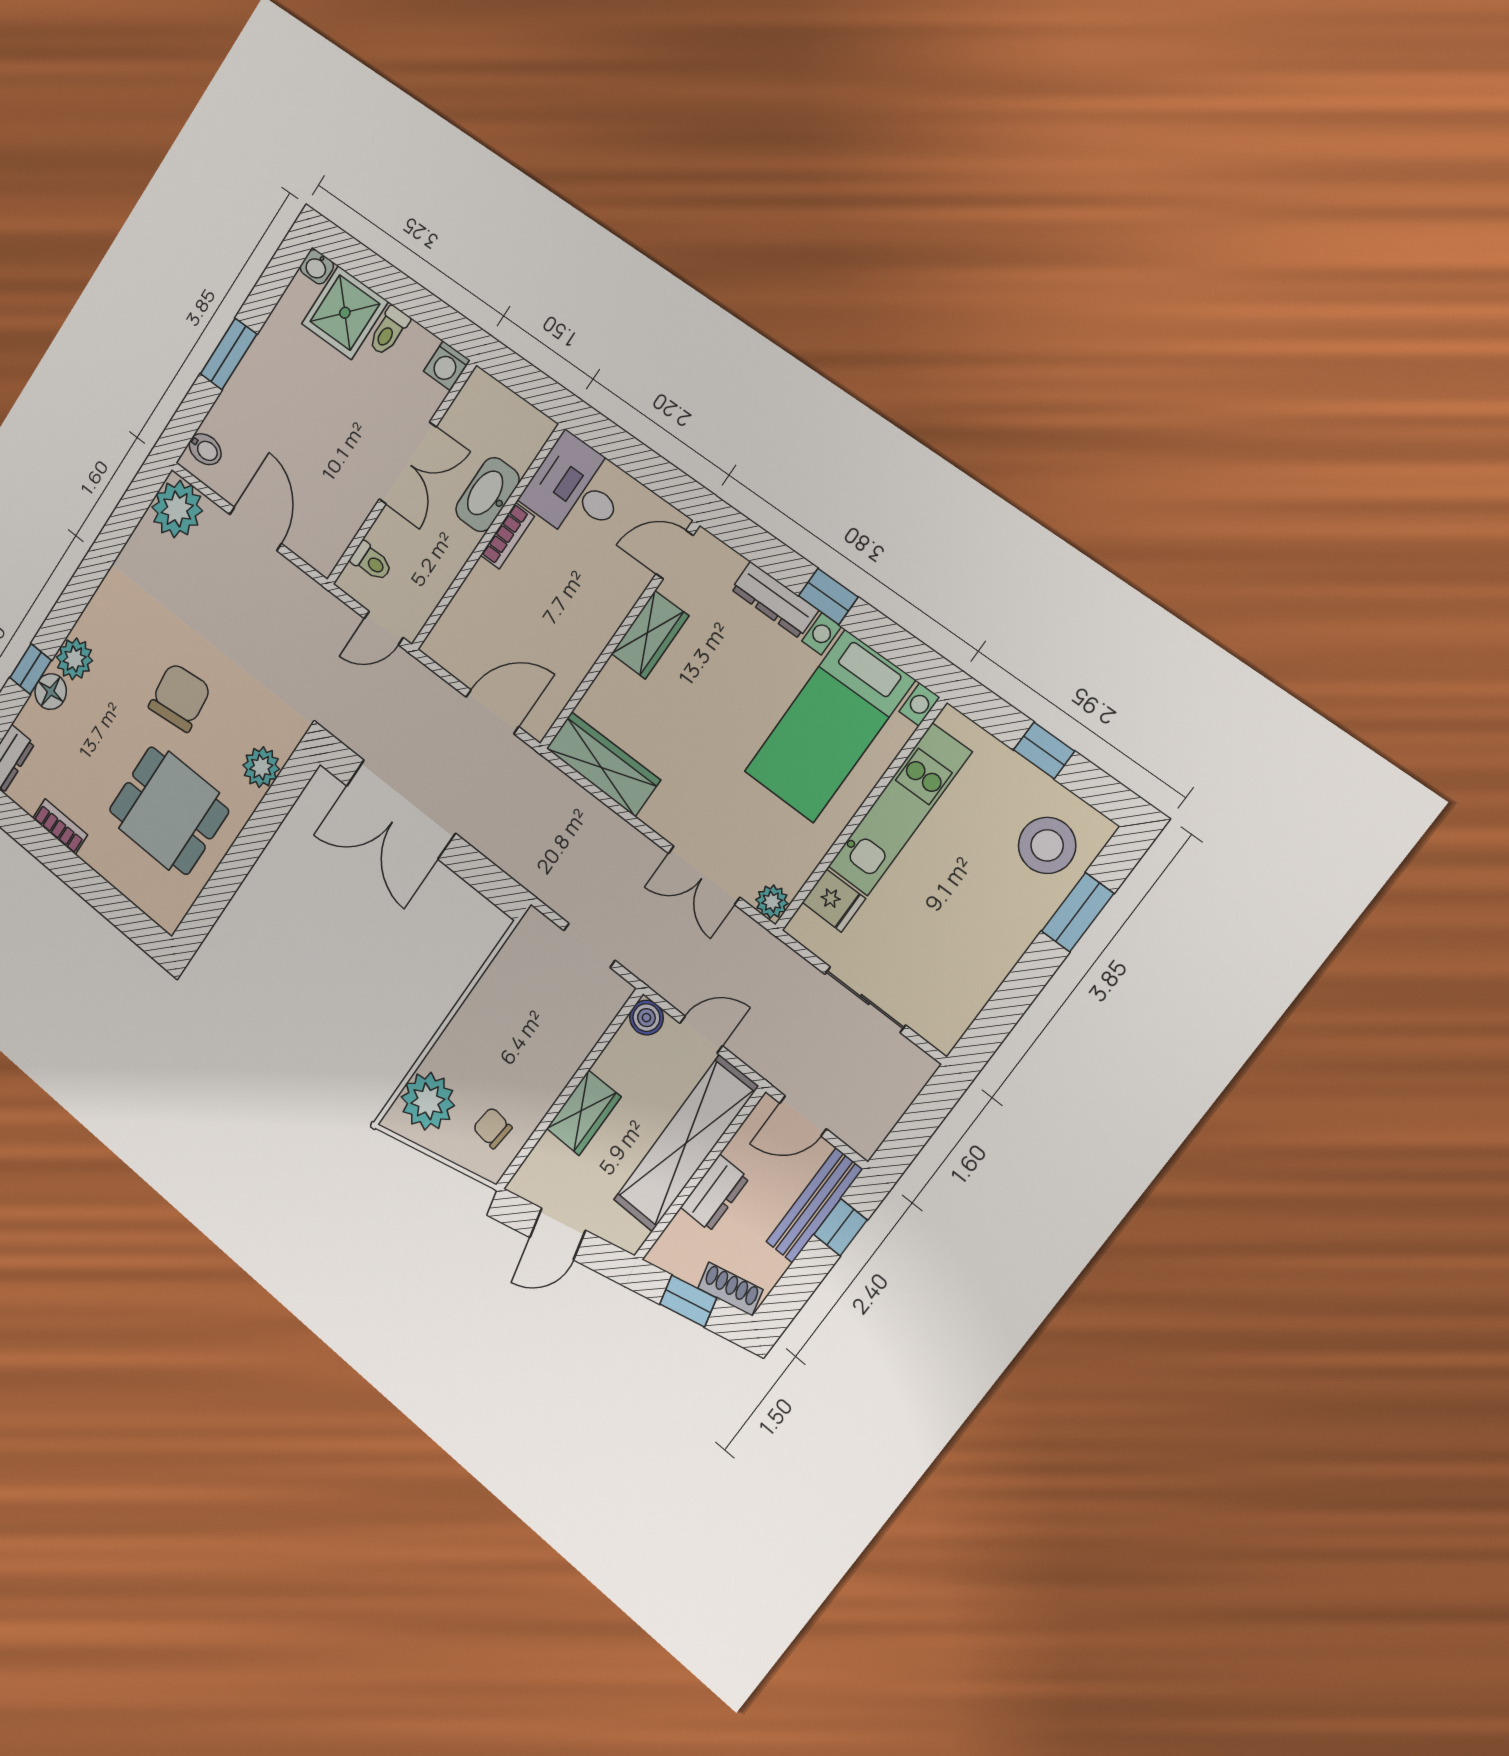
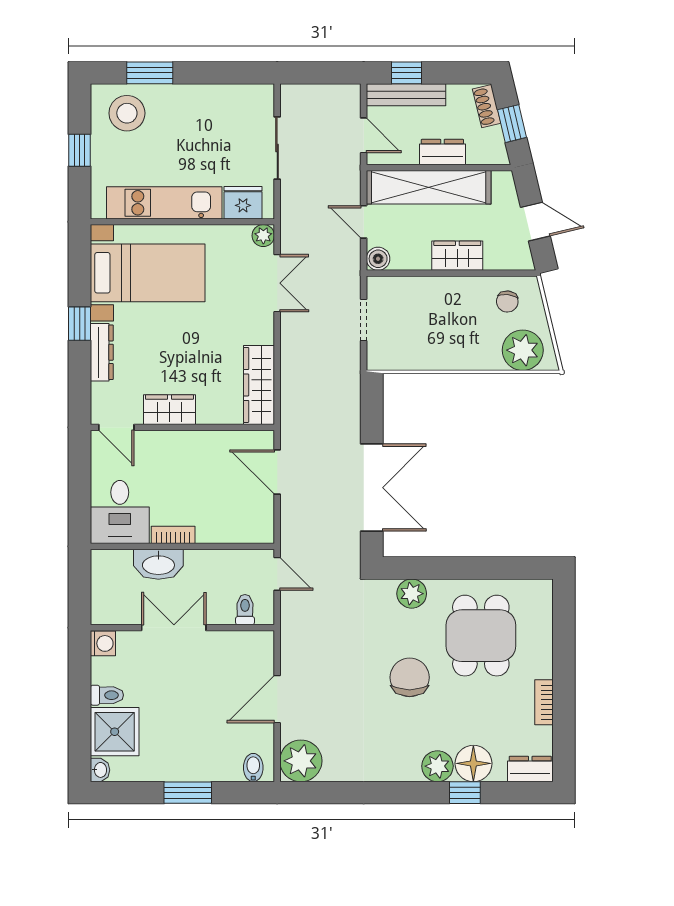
floor lamp: (51, 692) -> (473, 763), width x1.38, depth x1.38
chair: (180, 697) -> (410, 677), turned 96
fridge: (834, 900) -> (243, 203), width x1.38

